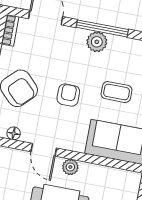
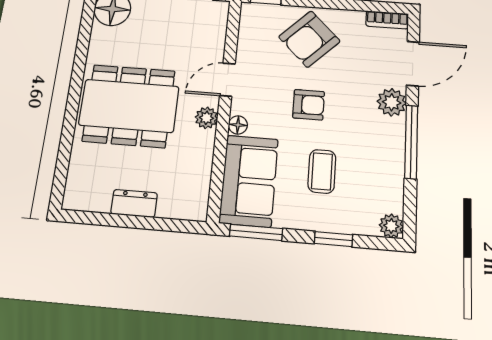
plant: (97, 42) -> (392, 102), moved
floor lamp: (14, 133) -> (238, 125), moved

